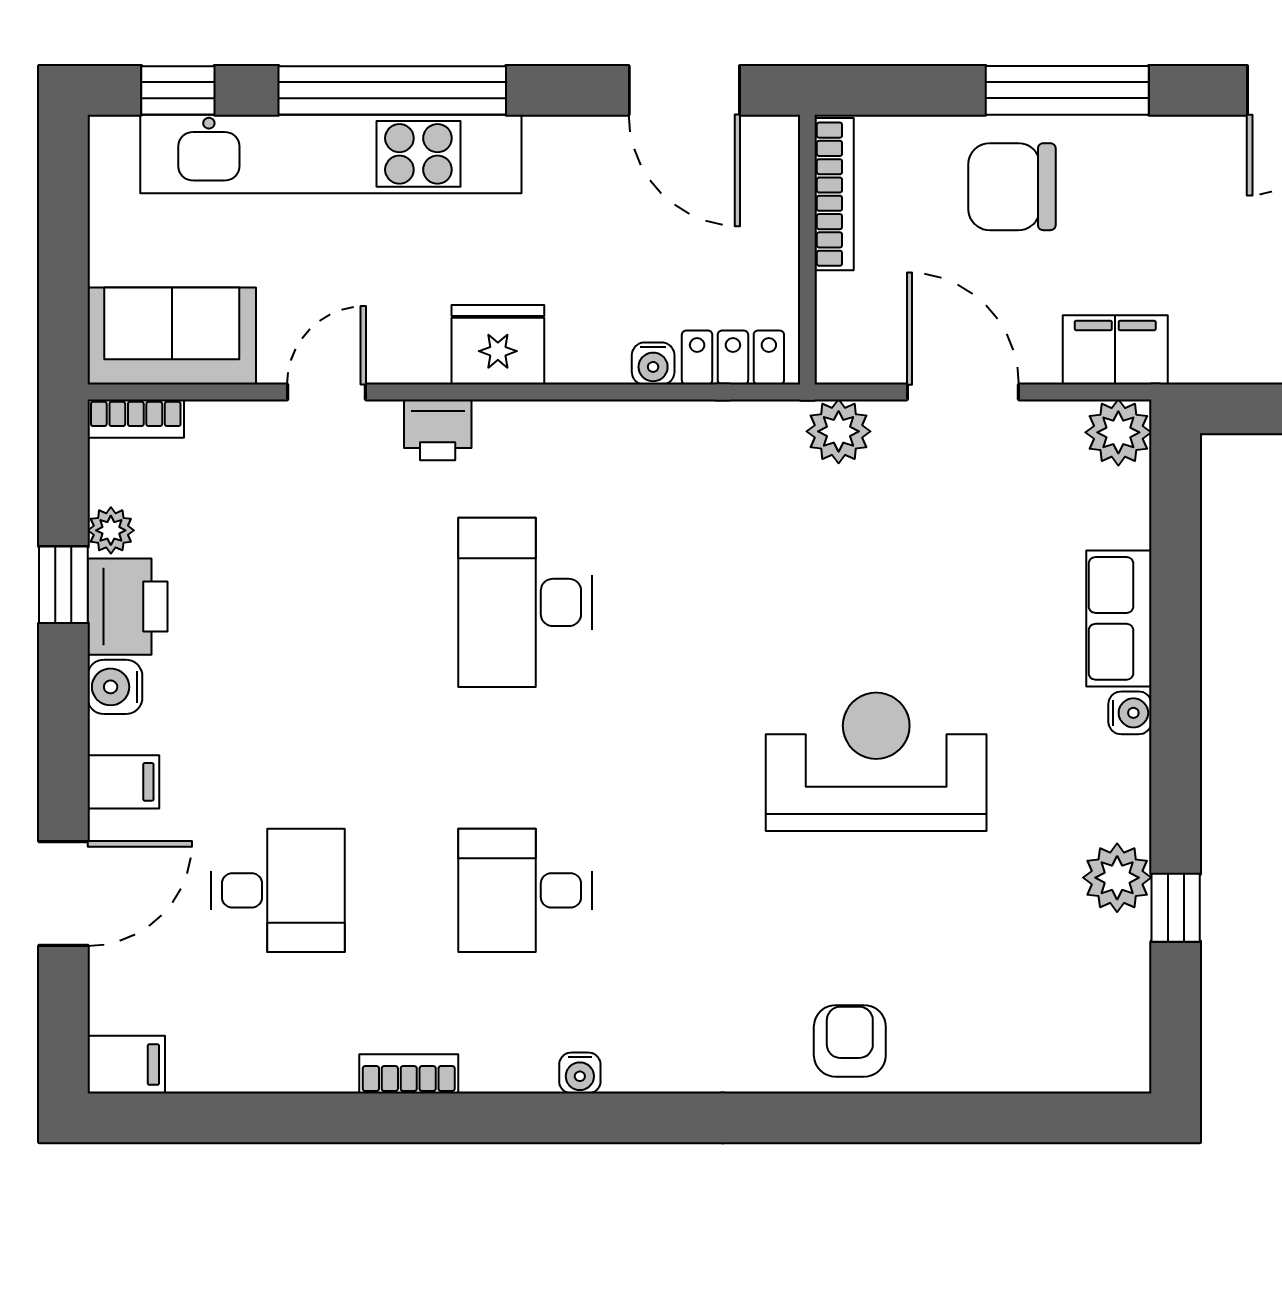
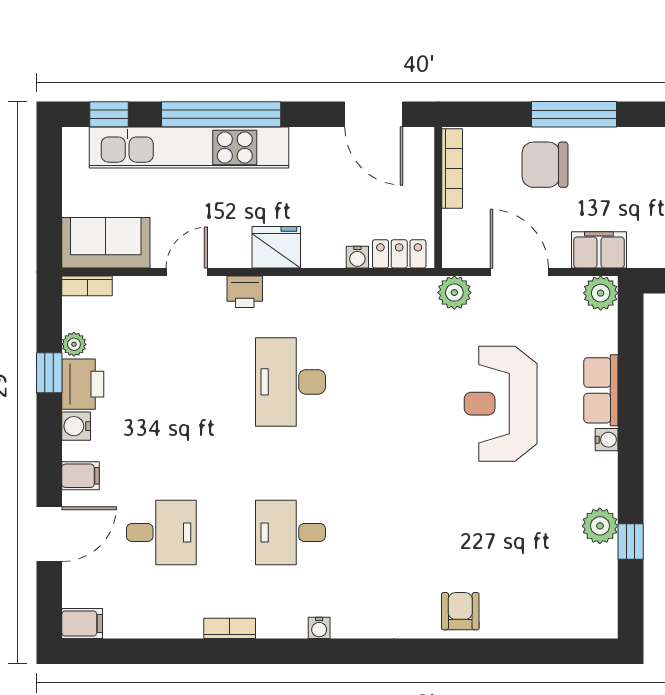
reception desk: (876, 762) -> (501, 404), moved, turned -90

